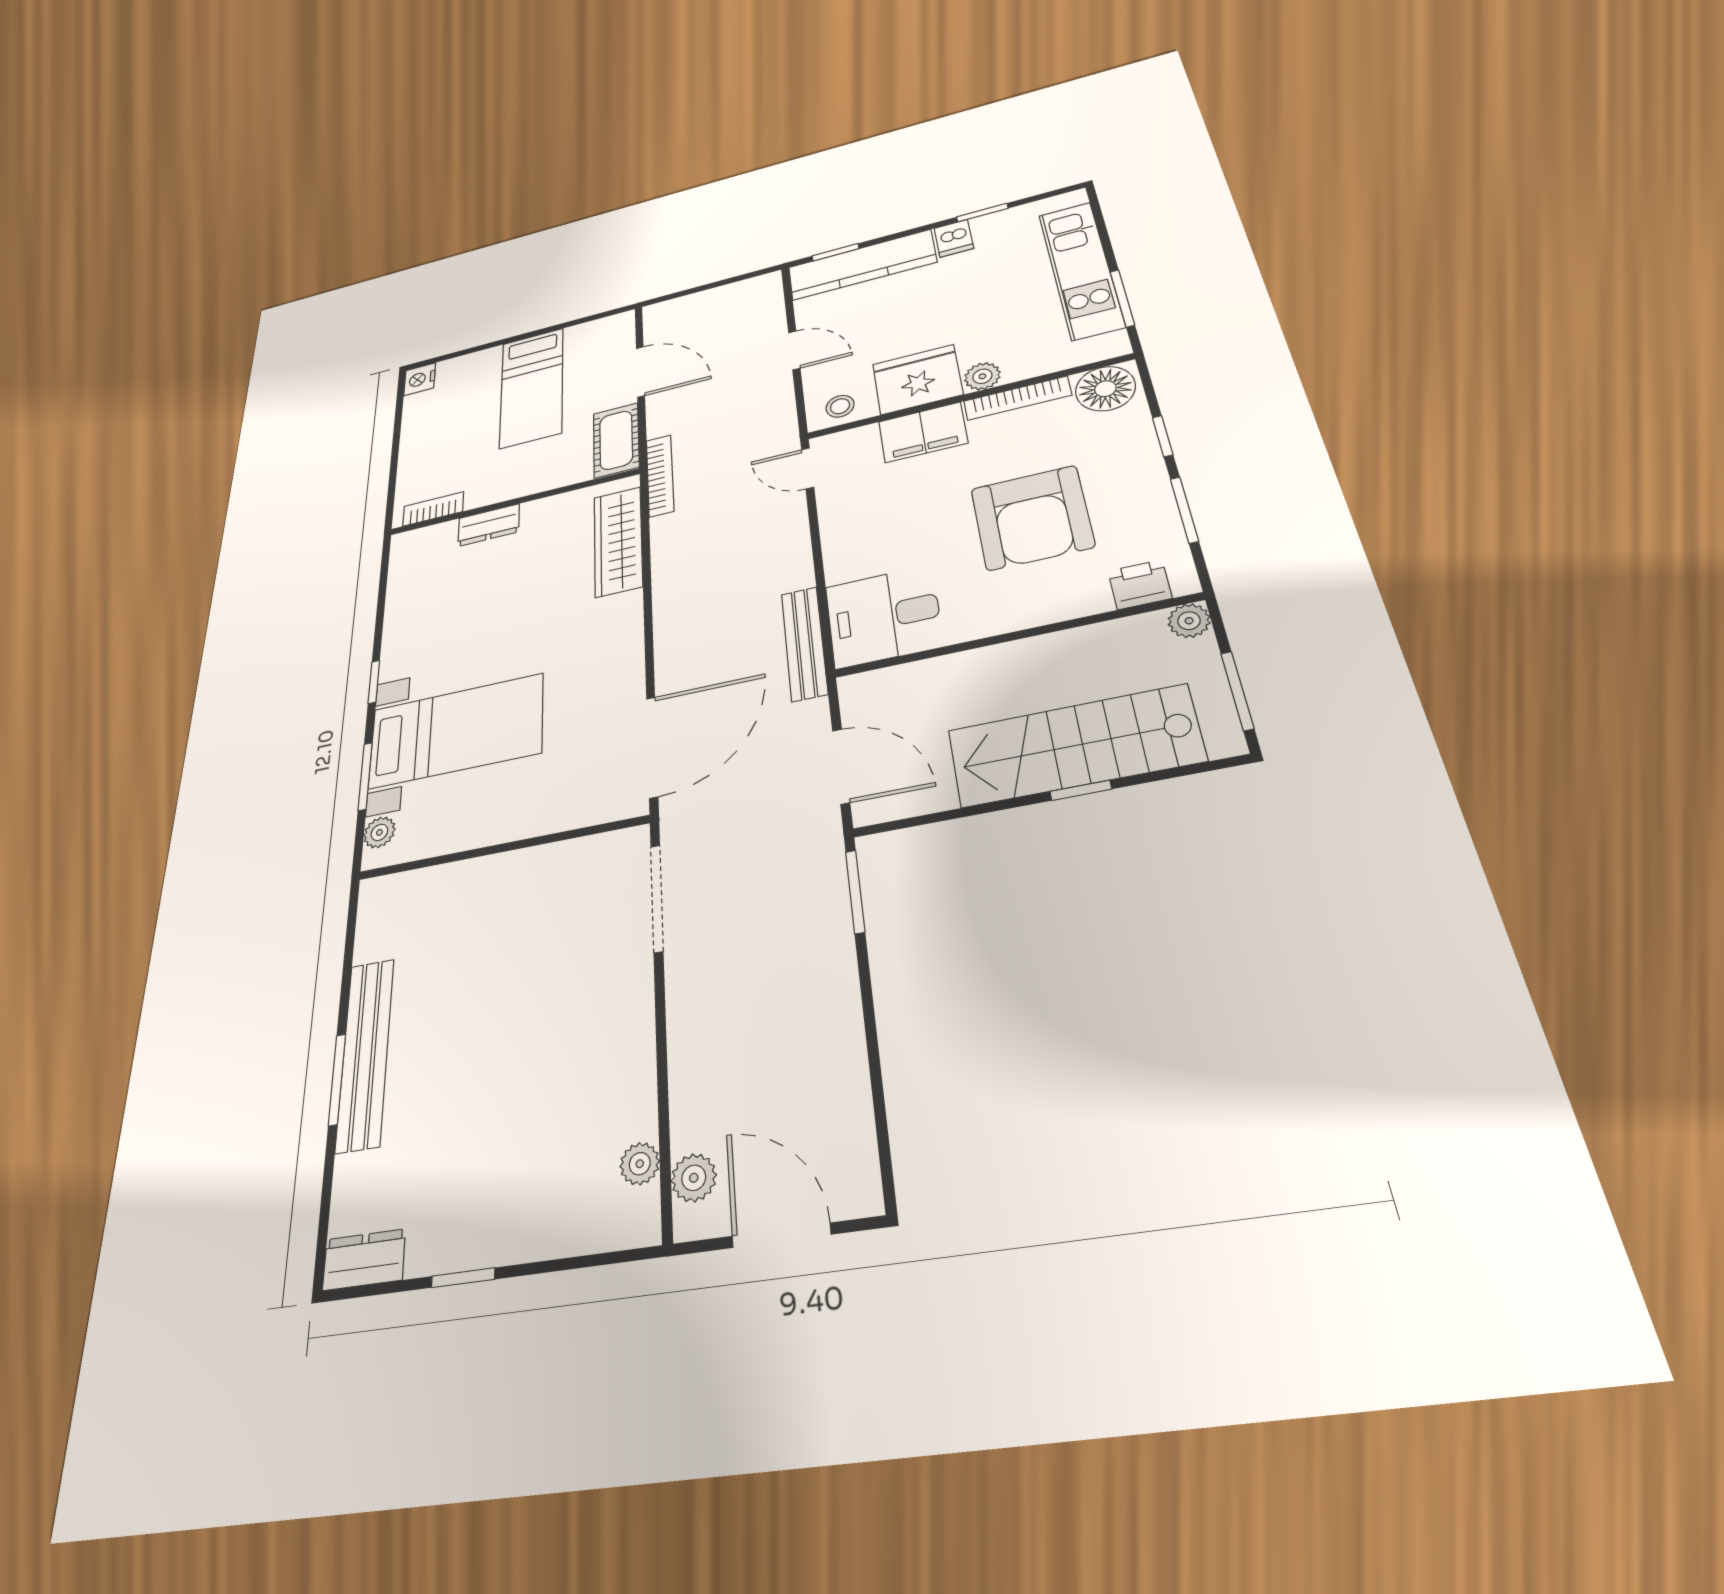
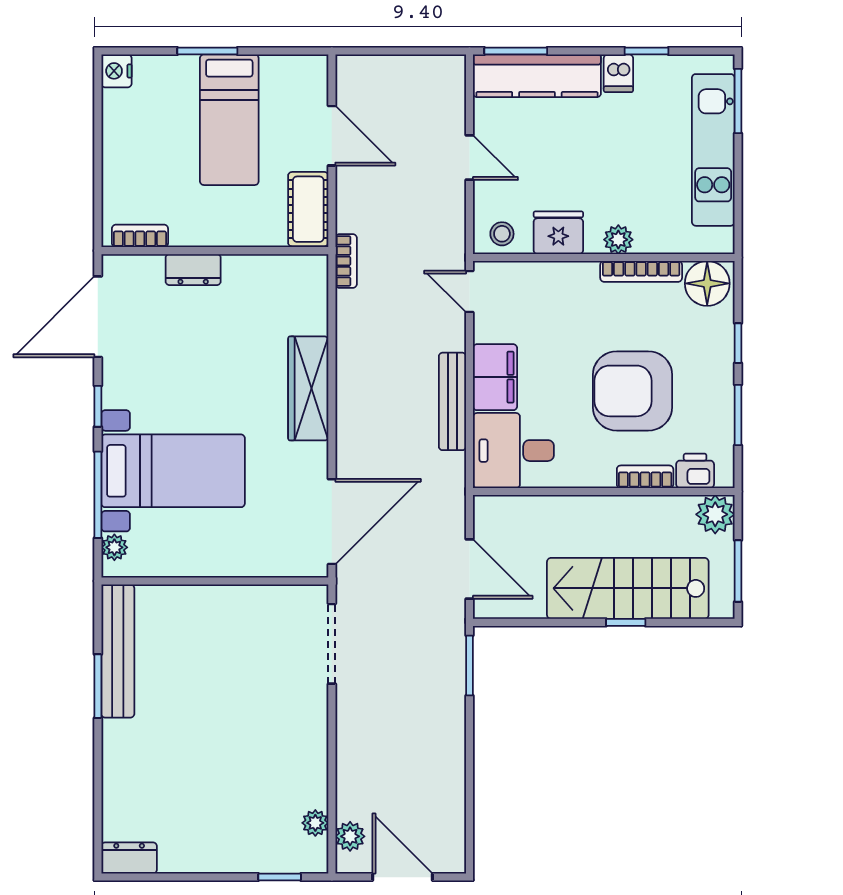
window: (835, 252) -> (516, 51), width x1.50
window: (1122, 298) -> (738, 101), moved
window: (511, 340) -> (207, 51), added
fridge: (917, 379) -> (558, 233), width x0.73, depth x0.75
filing cabinet: (923, 432) -> (495, 377), moved, turned -90
bookcase: (660, 475) -> (346, 261), width x0.64
armchair: (1032, 518) -> (633, 391), turned 90
wardrobe: (618, 541) -> (308, 388), moved
door: (382, 594) -> (98, 317), added
bookcase: (1070, 607) -> (645, 477), added
plant: (1189, 621) -> (715, 514), width x1.38, depth x1.38
bench: (804, 643) -> (452, 401), moved
window: (365, 776) -> (98, 495), width x1.44
bench: (365, 1054) -> (118, 651), moved
window: (337, 1080) -> (98, 686), moved
window: (463, 1278) -> (280, 877), moved

